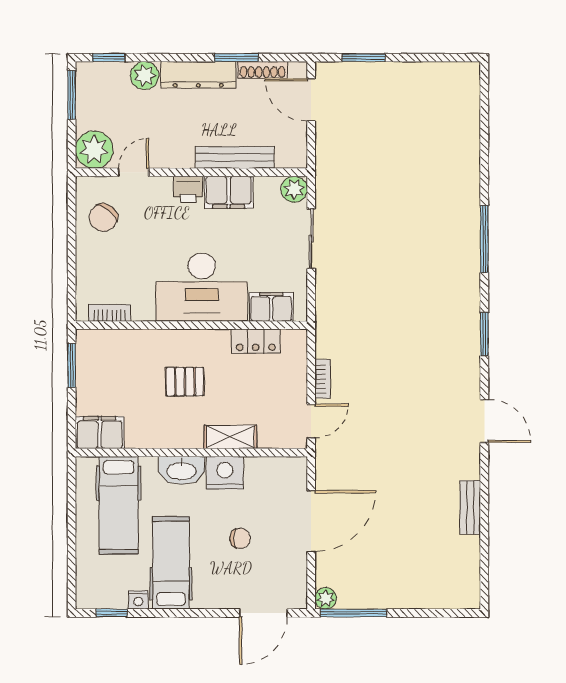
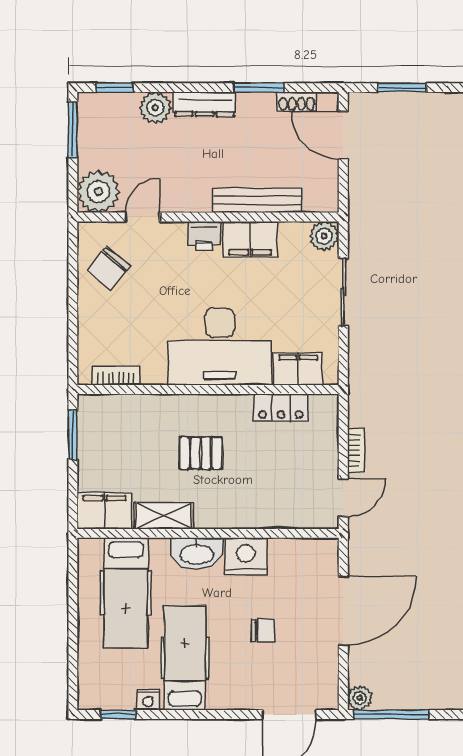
shoe rack: (263, 70) -> (297, 101), width x0.70
dresser: (198, 75) -> (205, 104), width x0.73, depth x0.80
shelving: (230, 437) -> (164, 516), moved

